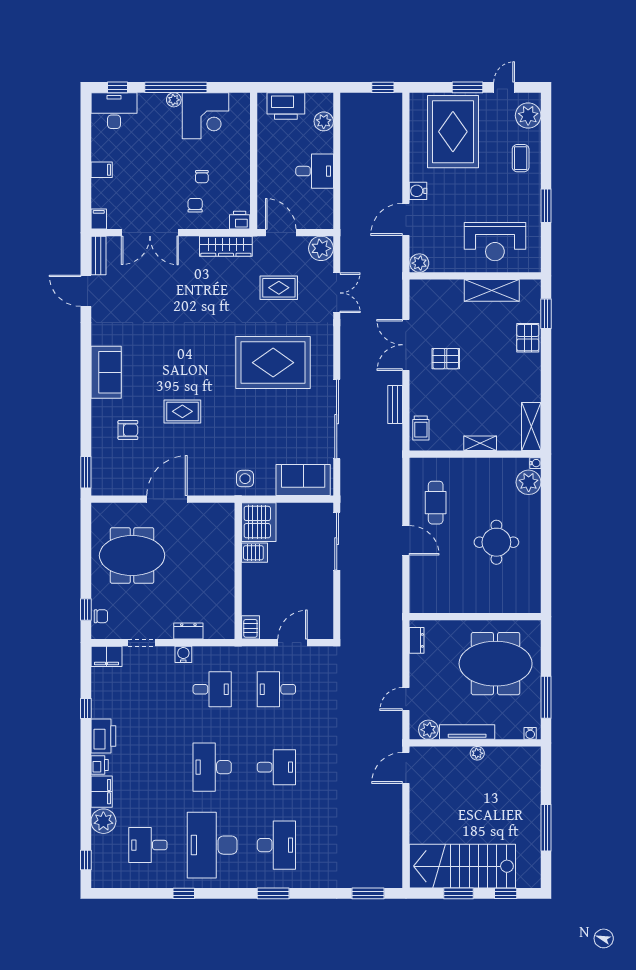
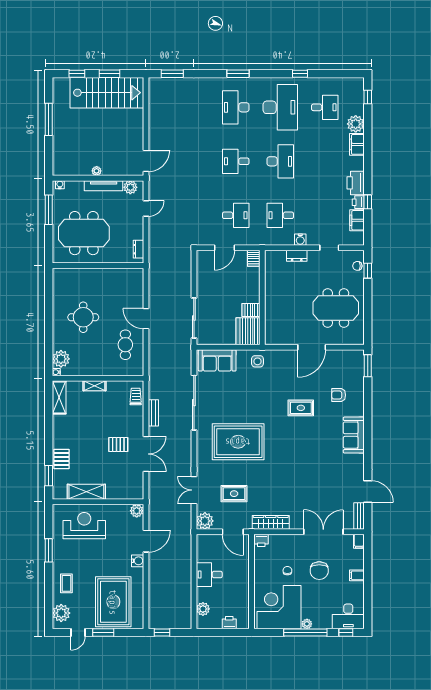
printer: (286, 106) -> (229, 623), width x0.53, depth x0.68
corner desk: (206, 116) -> (279, 607), width x1.36, depth x1.36
chair: (195, 205) -> (319, 571), moved, width x1.87, depth x1.87
filing cabinet: (106, 656) -> (357, 220), moved, turned -90
printer: (100, 765) -> (358, 202), moved

